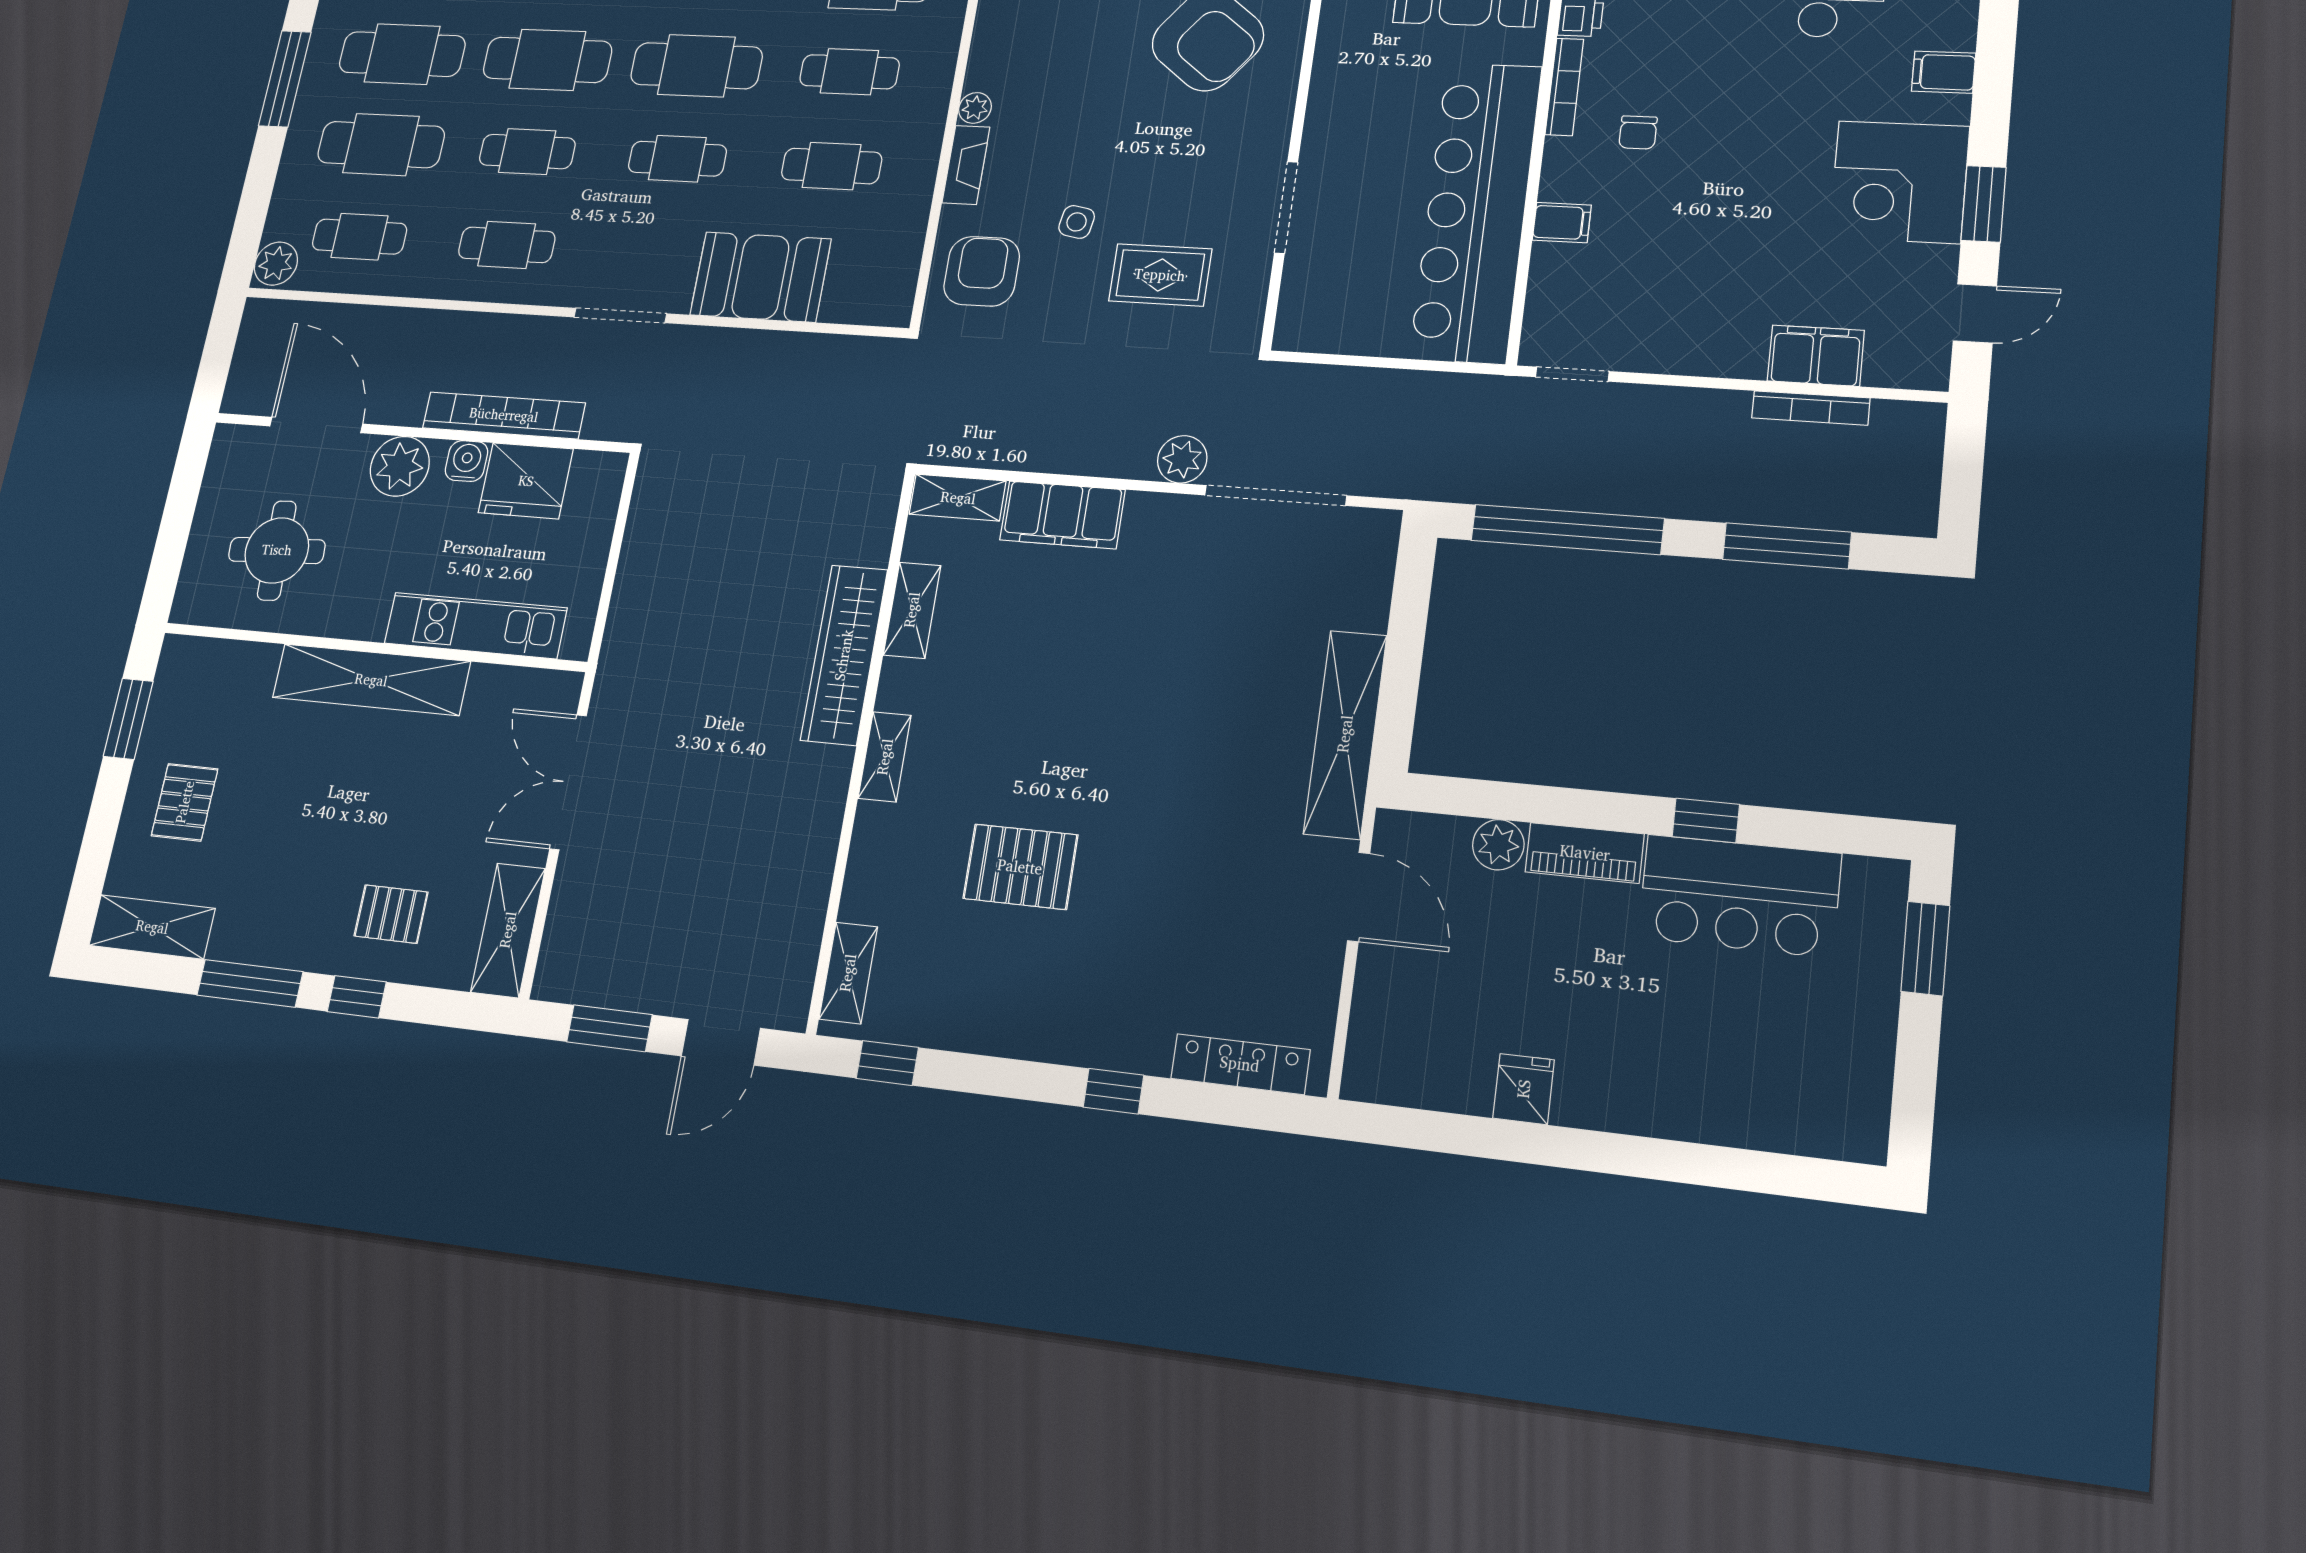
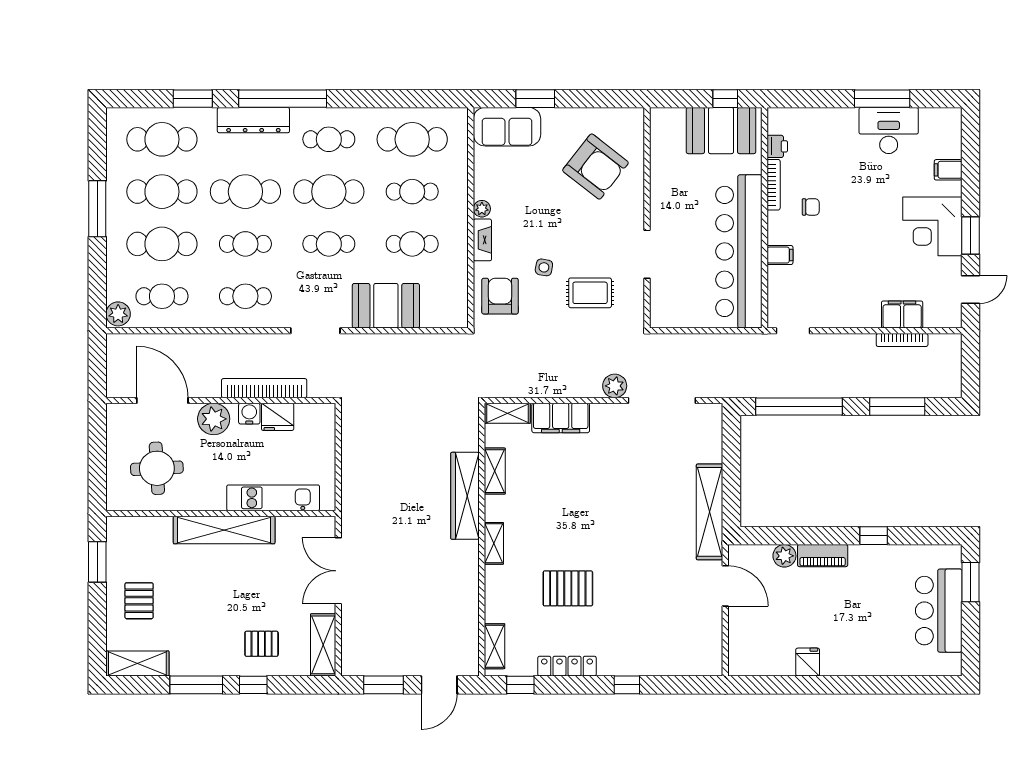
chair: (1638, 132) -> (811, 207), turned -90
fridge: (526, 481) -> (278, 417), width x0.73, depth x0.75
bar counter: (1739, 896) -> (939, 611), moved, turned 90
locker: (1240, 1064) -> (567, 666), moved

